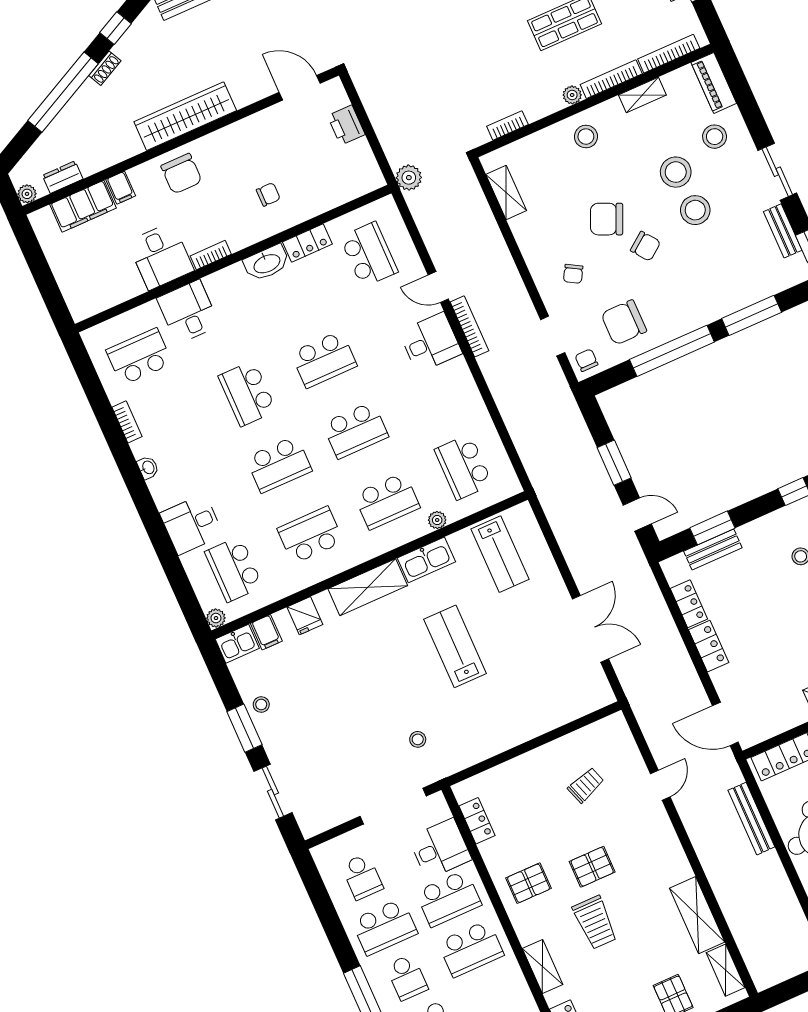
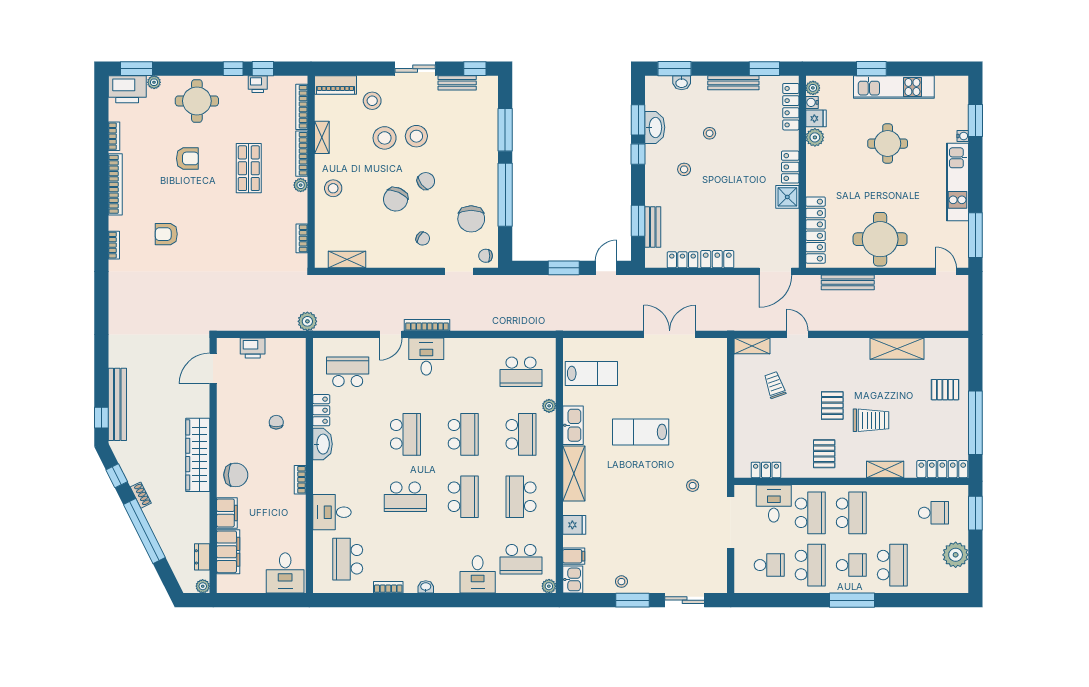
filing cabinet: (121, 188) -> (227, 513), width x2.00
desk: (161, 256) -> (285, 573), moved, turned 90
shelving: (726, 970) -> (752, 346), moved

